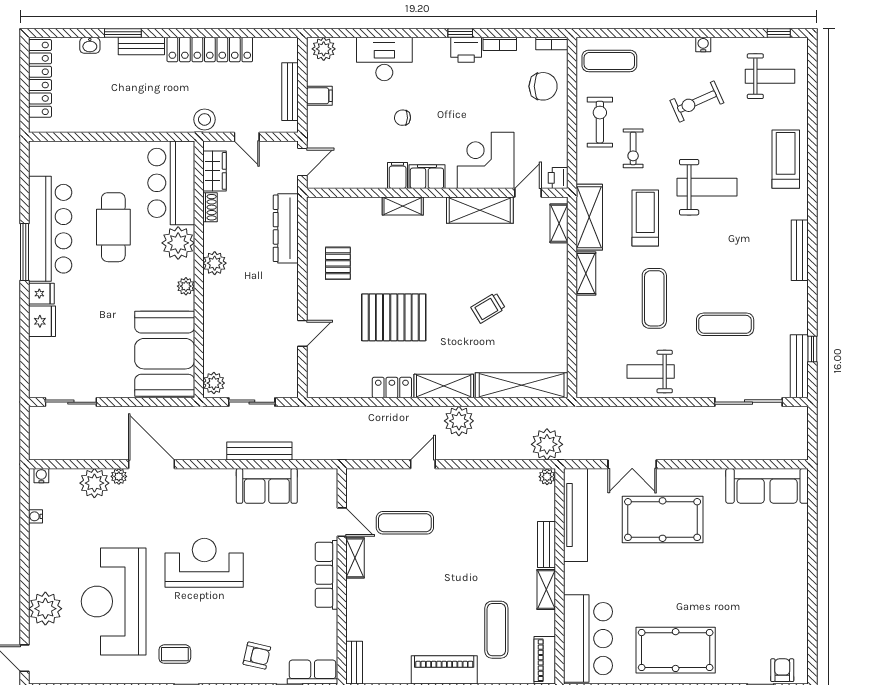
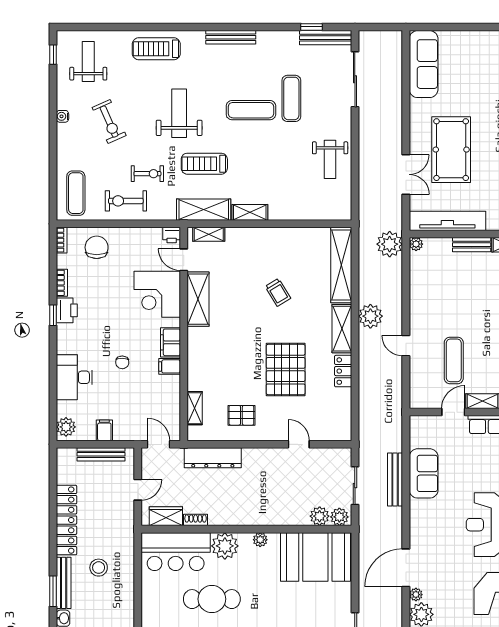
bench: (141, 46) -> (64, 583), width x1.36
stool: (205, 119) -> (99, 568), moved
shelving: (403, 206) -> (195, 408), moved
plant: (215, 263) -> (320, 516), moved
exercise mat: (654, 298) -> (251, 110), moved

